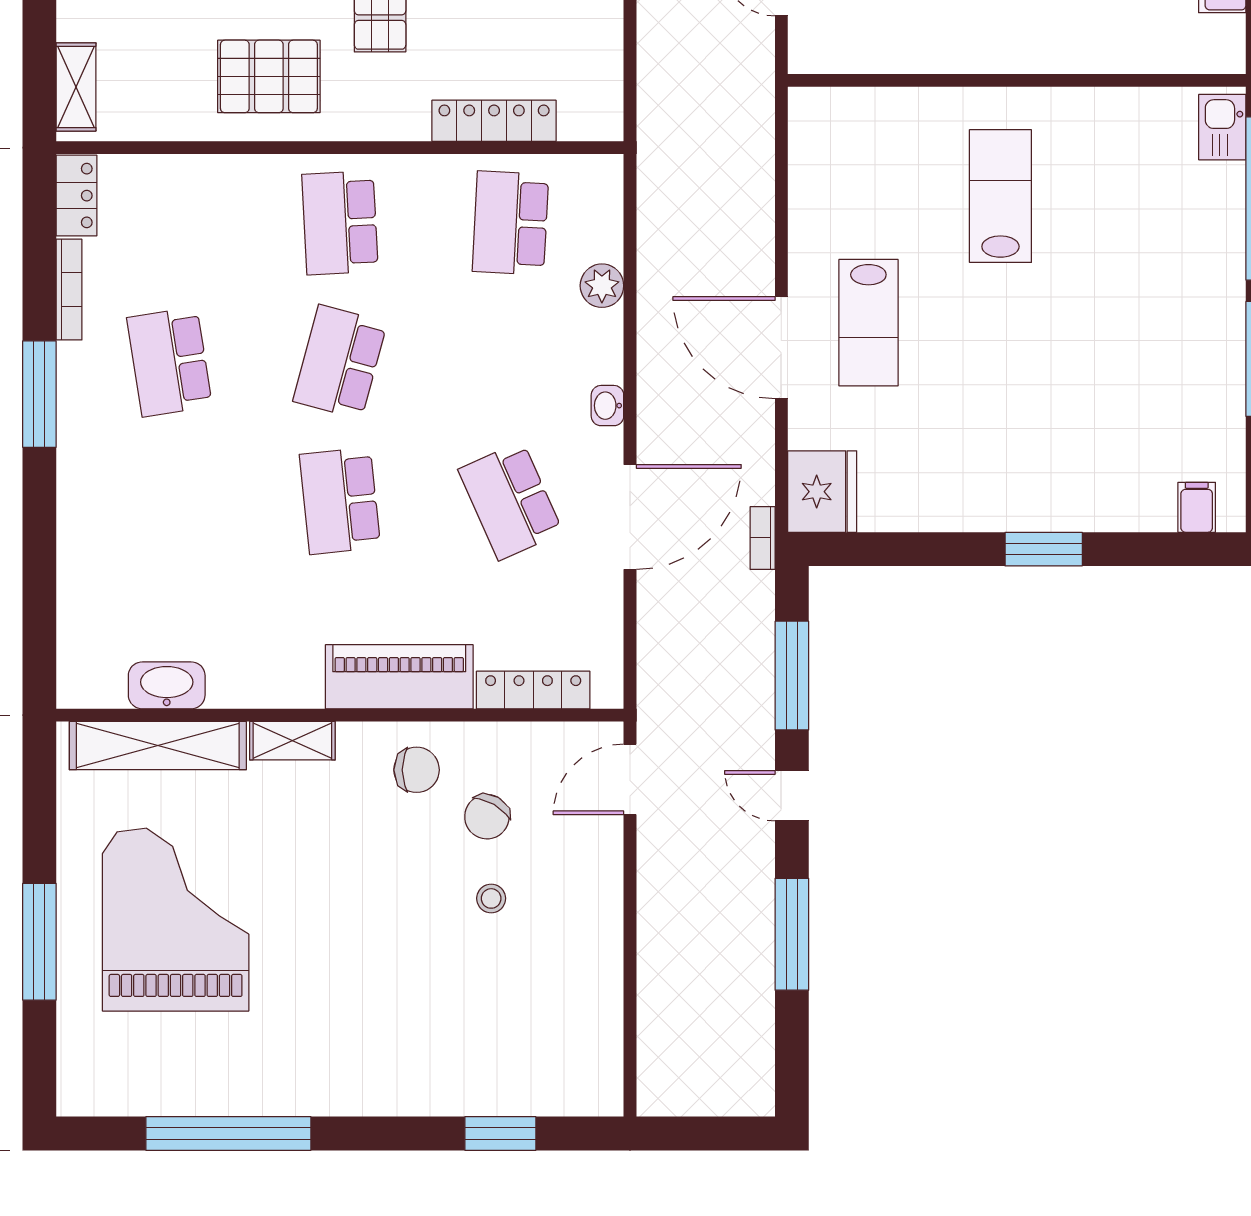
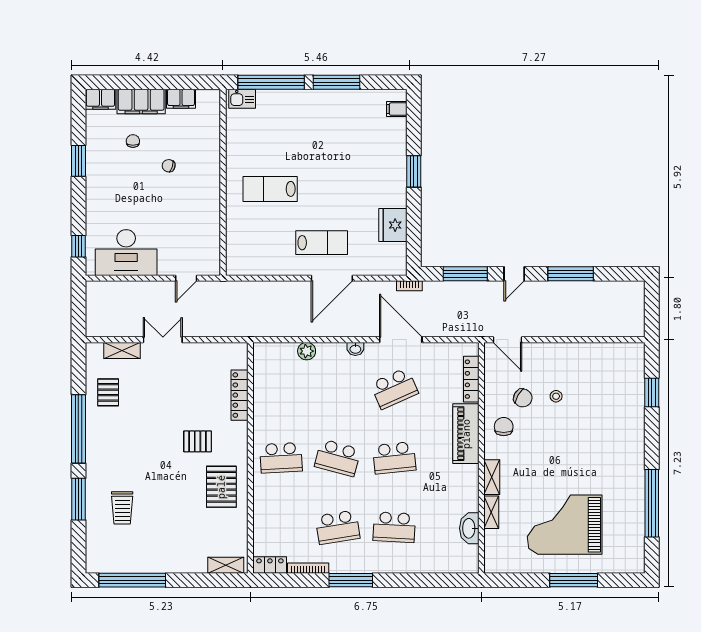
school desk: (510, 223) -> (394, 527), moved
fridge: (822, 492) -> (393, 225), moved, turned -90
shelving: (158, 746) -> (491, 512), width x0.45, depth x0.75

